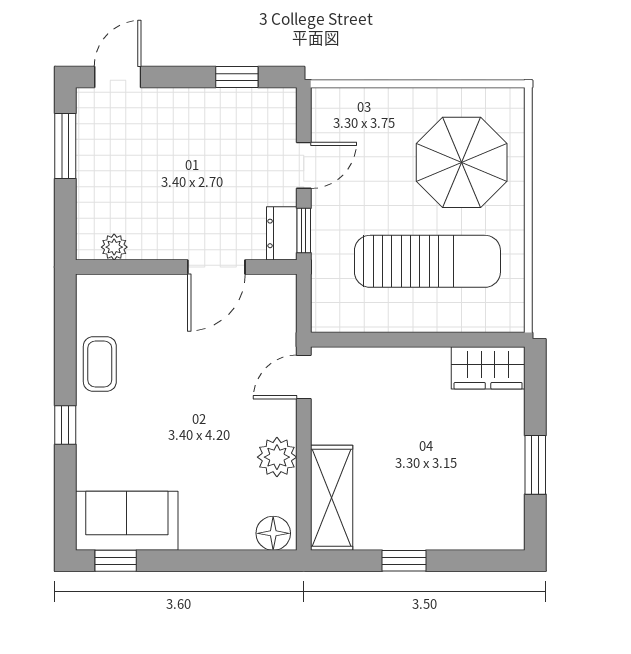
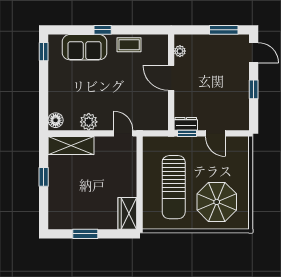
window: (237, 77) -> (254, 89), moved
door: (216, 267) -> (171, 78), moved
sofa: (127, 521) -> (84, 47), moved, turned 90

